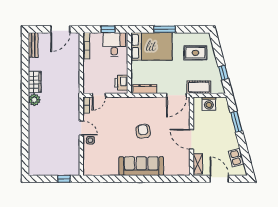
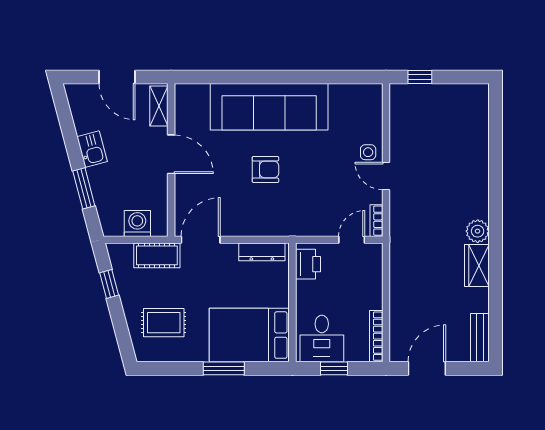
armchair: (143, 131) -> (265, 169), turned -82
kitchen sink: (236, 158) -> (92, 149), moved
sofa: (141, 166) -> (269, 107), width x1.36, depth x1.27

